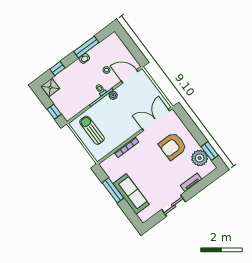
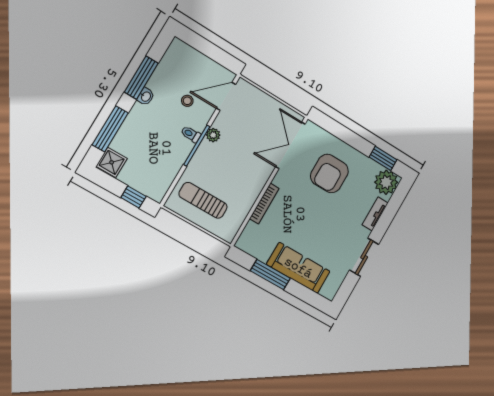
window: (57, 69) -> (110, 129), width x2.17
plant: (200, 158) -> (386, 182), moved

